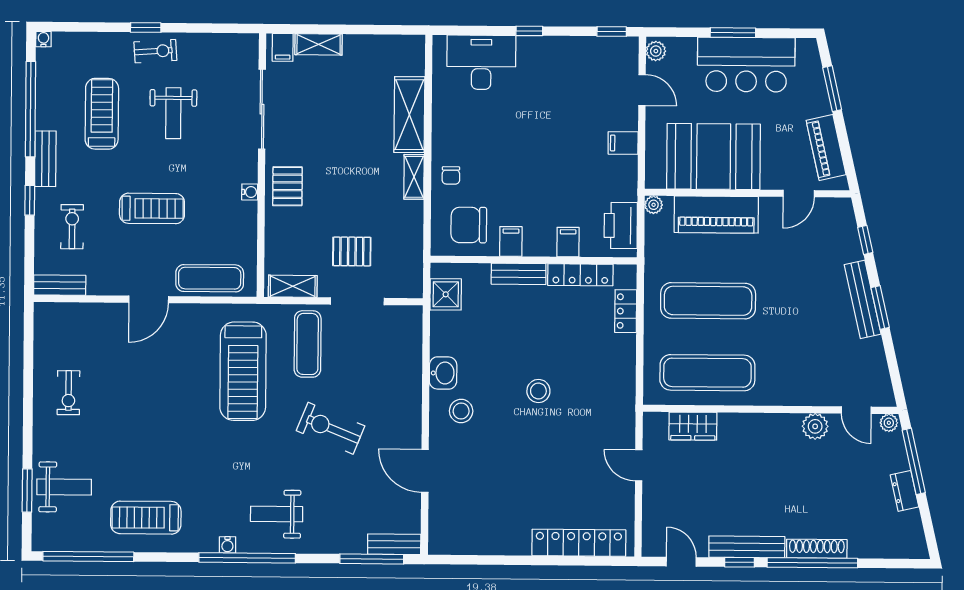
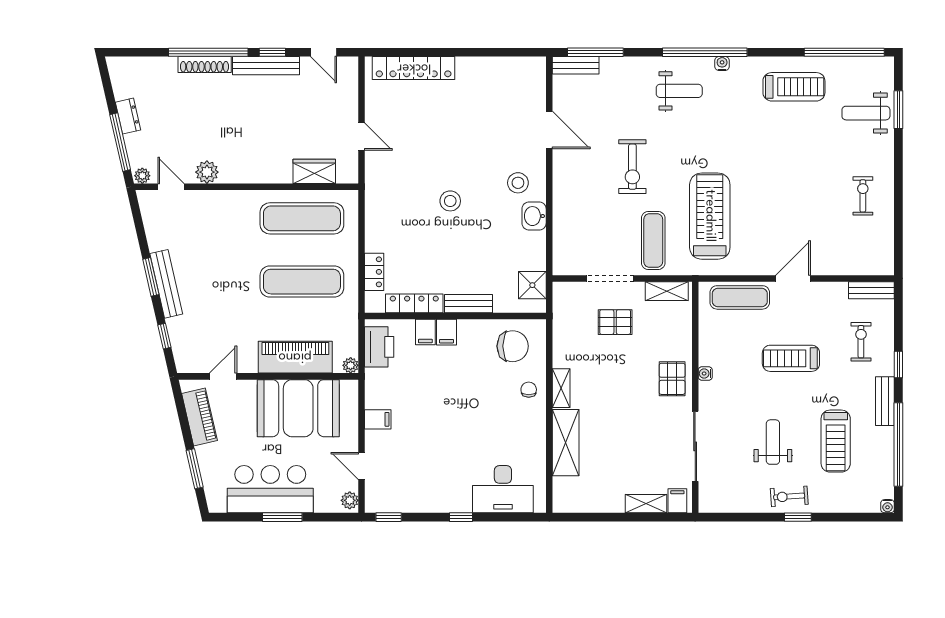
exercise bike: (72, 227) -> (861, 342), turned 180
filing cabinet: (511, 241) -> (447, 332), moved
exercise bike: (331, 428) -> (632, 167), turned 68

